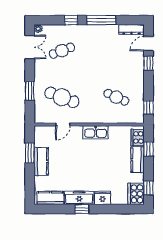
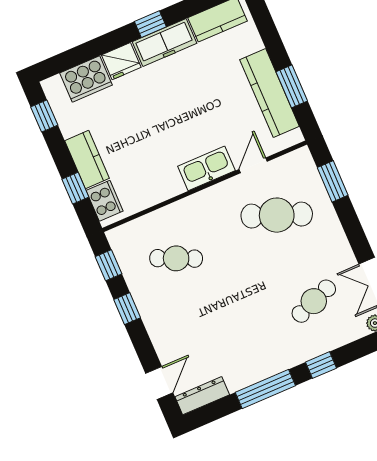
window: (148, 63) -> (127, 309), moved
window: (30, 91) -> (333, 181), moved
kitchen sink: (96, 132) -> (206, 168), moved
kitchen counter: (41, 161) -> (270, 93), width x1.50
cooker: (136, 194) -> (86, 79), moved, turned 90

